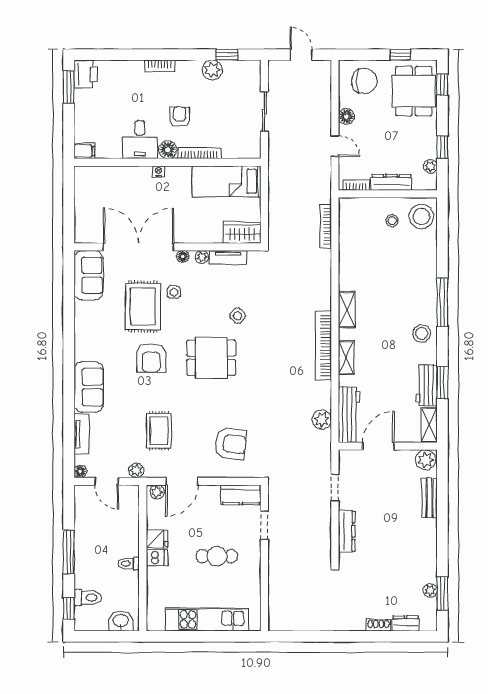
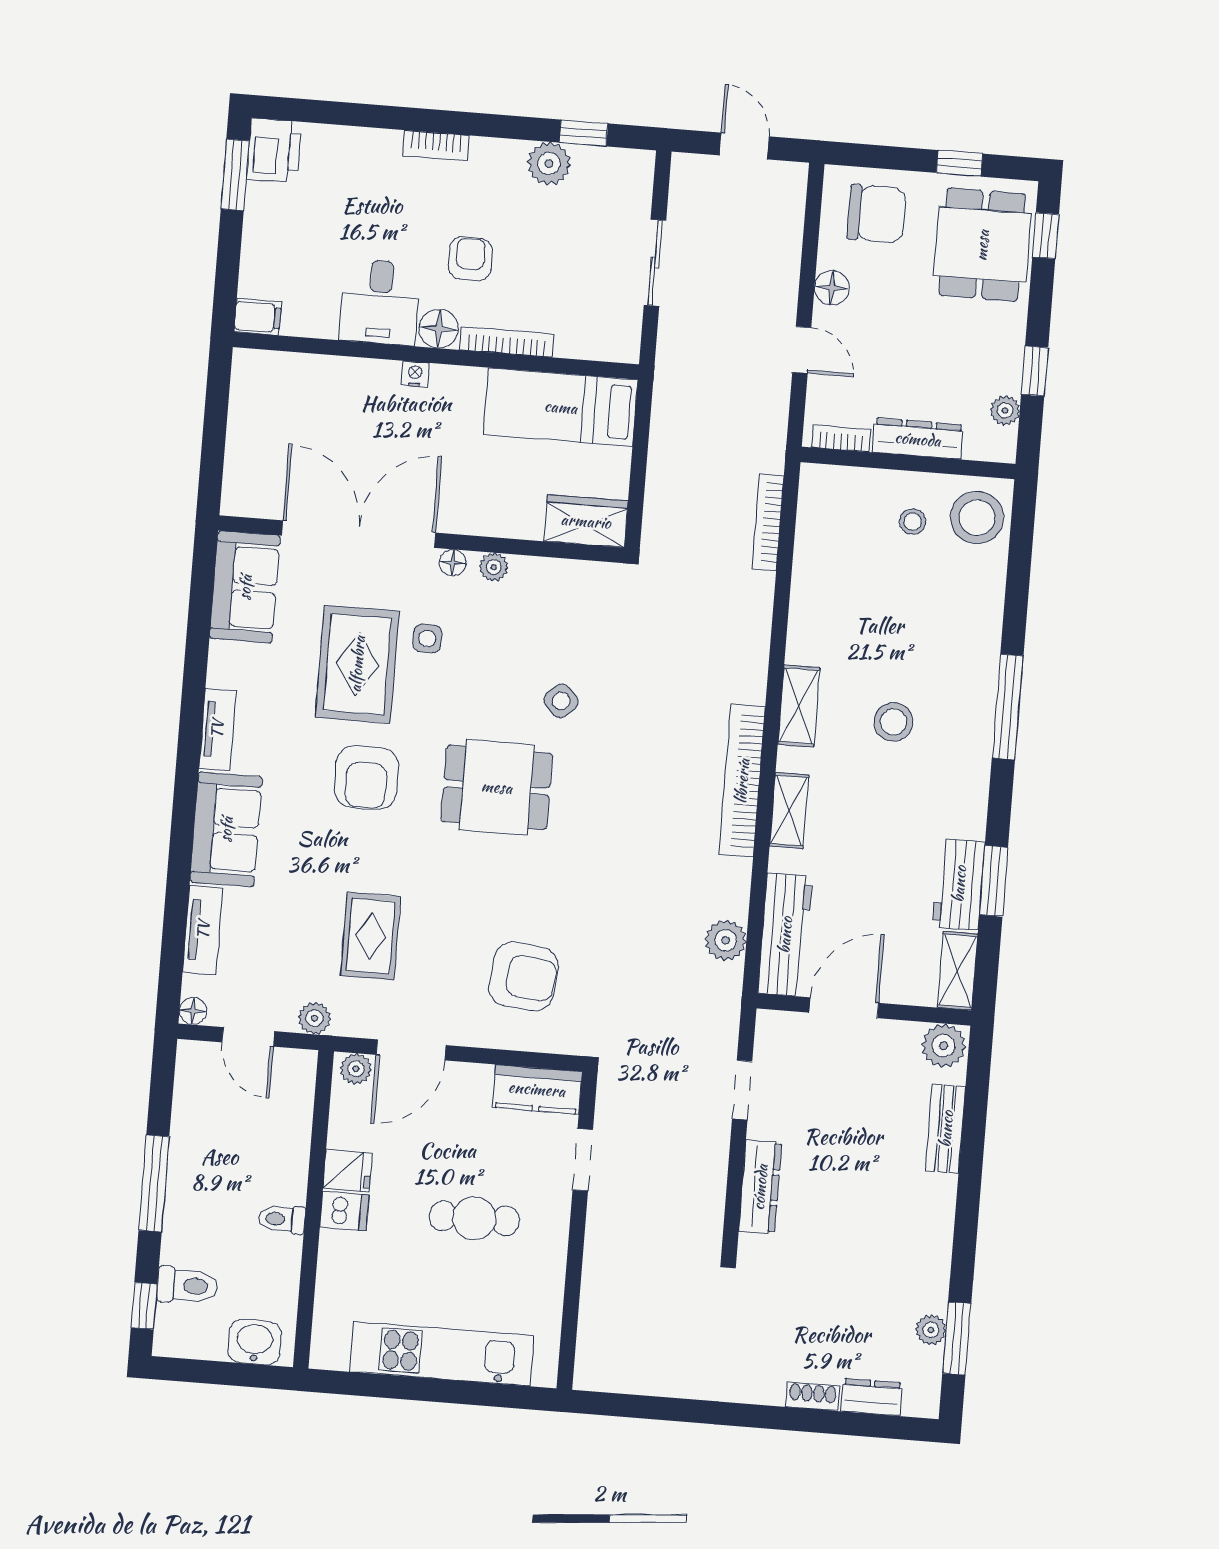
tv unit: (228, 257) -> (217, 729), moved, turned -90
stool: (422, 333) -> (893, 722), moved

